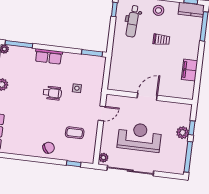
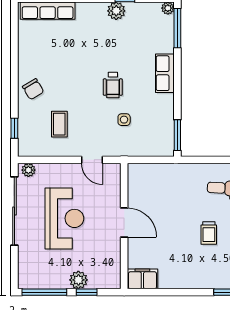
filing cabinet: (190, 70) -> (142, 279), moved

